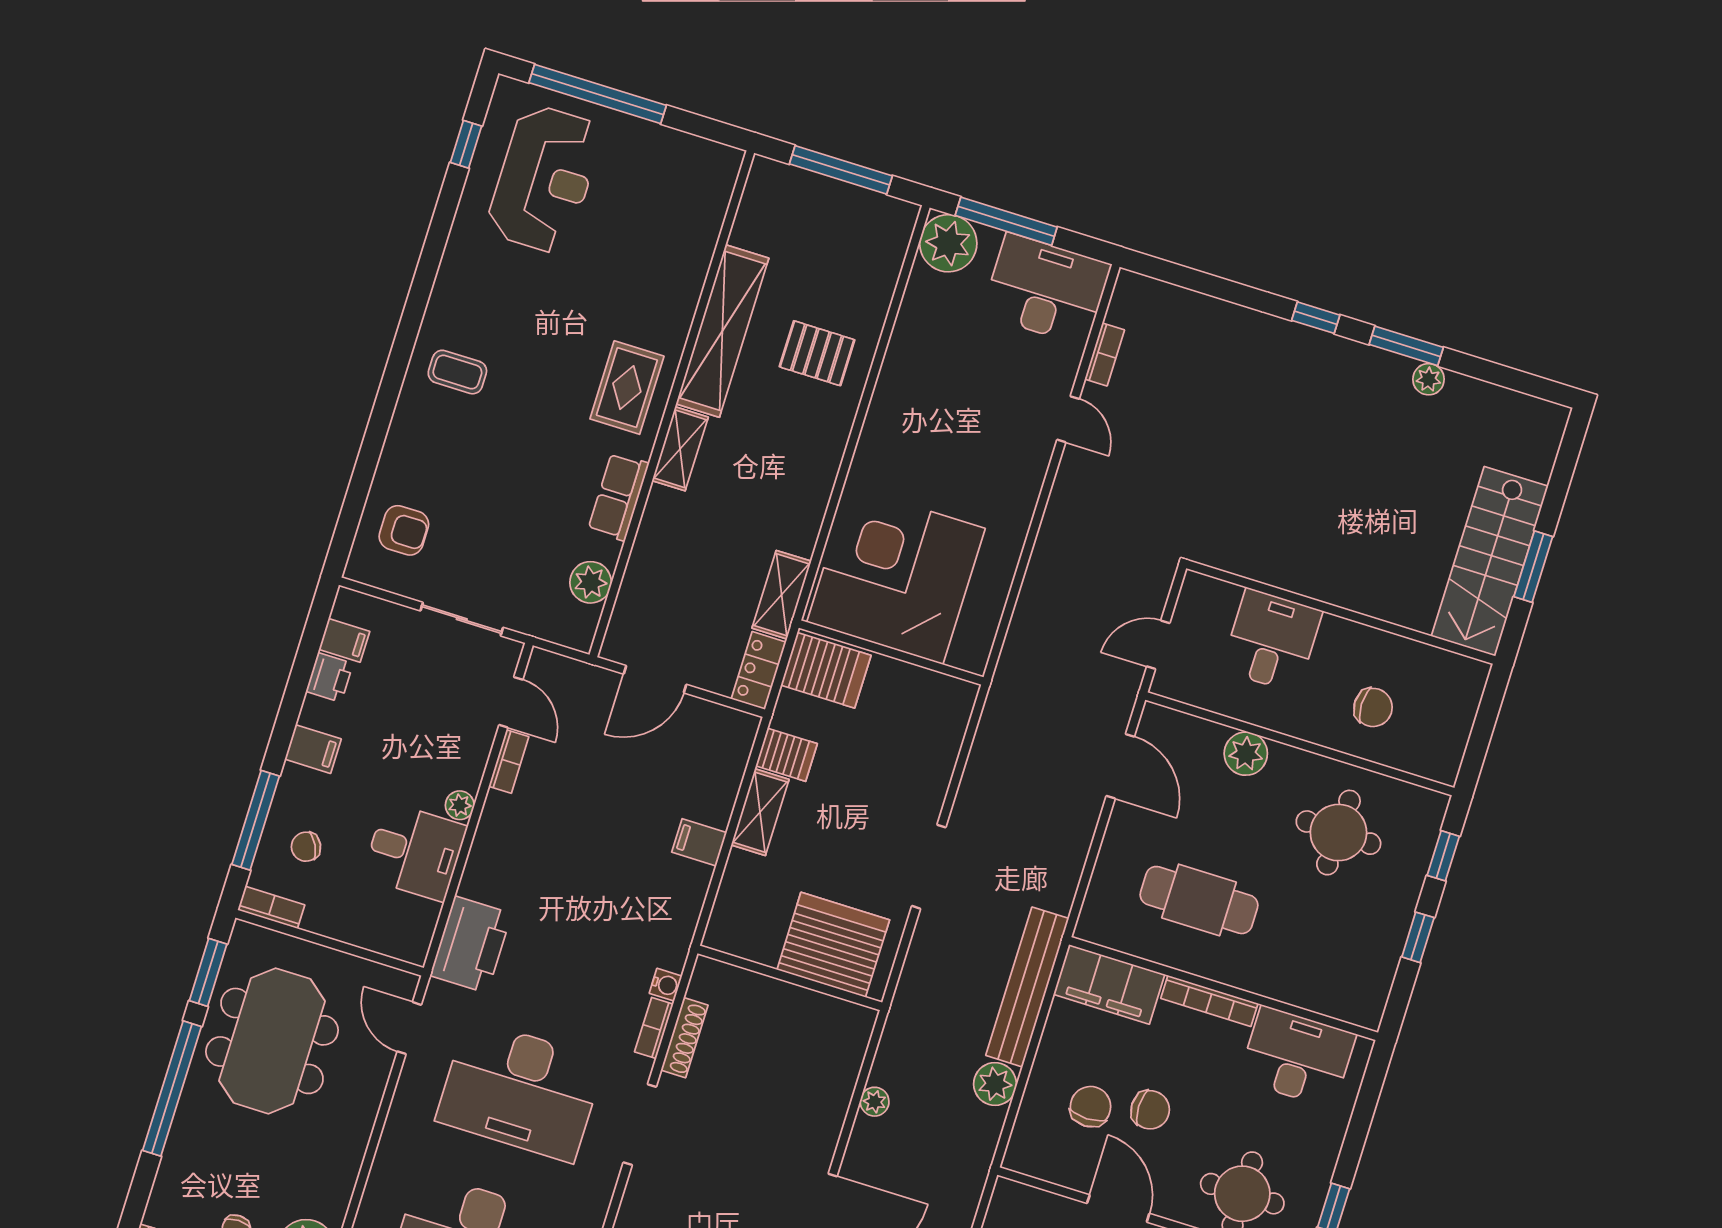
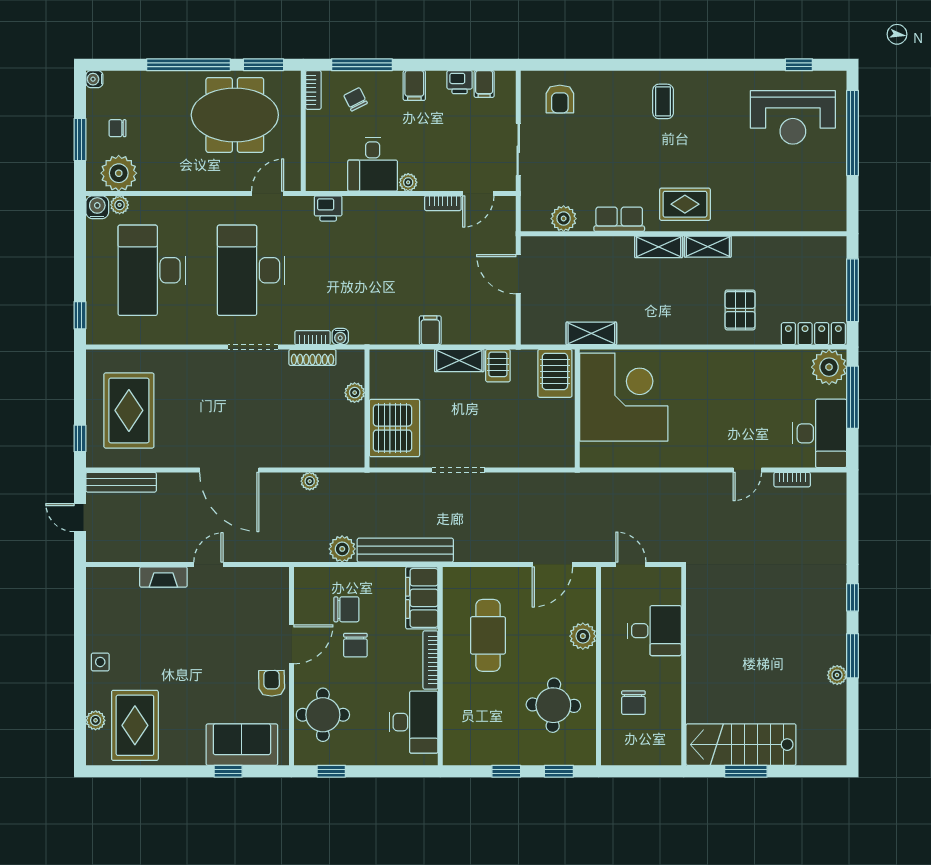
shelving: (722, 331) -> (708, 247), width x0.45, depth x0.75
locker: (759, 671) -> (813, 334), moved, width x1.53
printer: (471, 945) -> (328, 208), width x0.53, depth x0.68
plant: (759, 989) -> (355, 393), added

